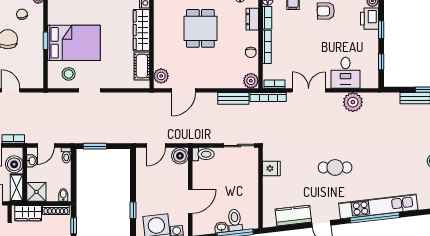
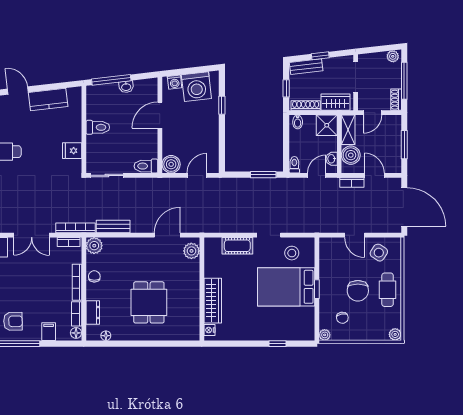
cot: (142, 66) -> (237, 246), moved, turned 90
toilet: (235, 220) -> (98, 127), moved, turned -83

